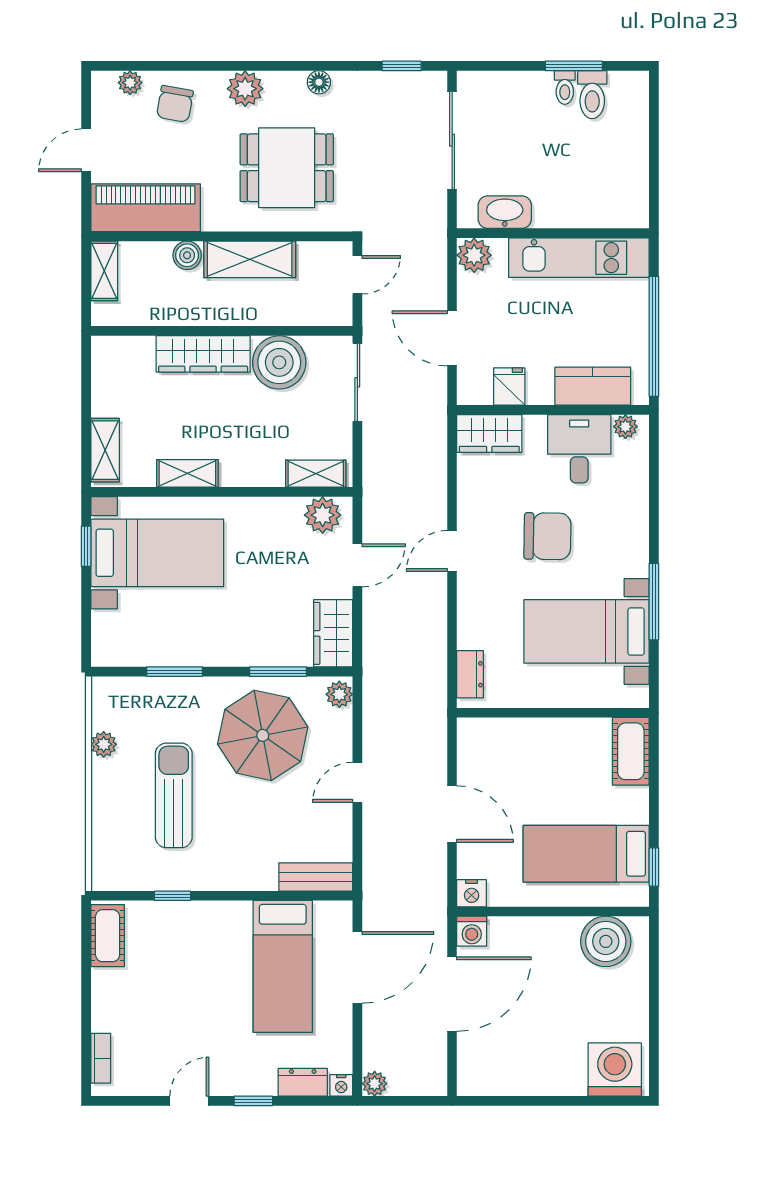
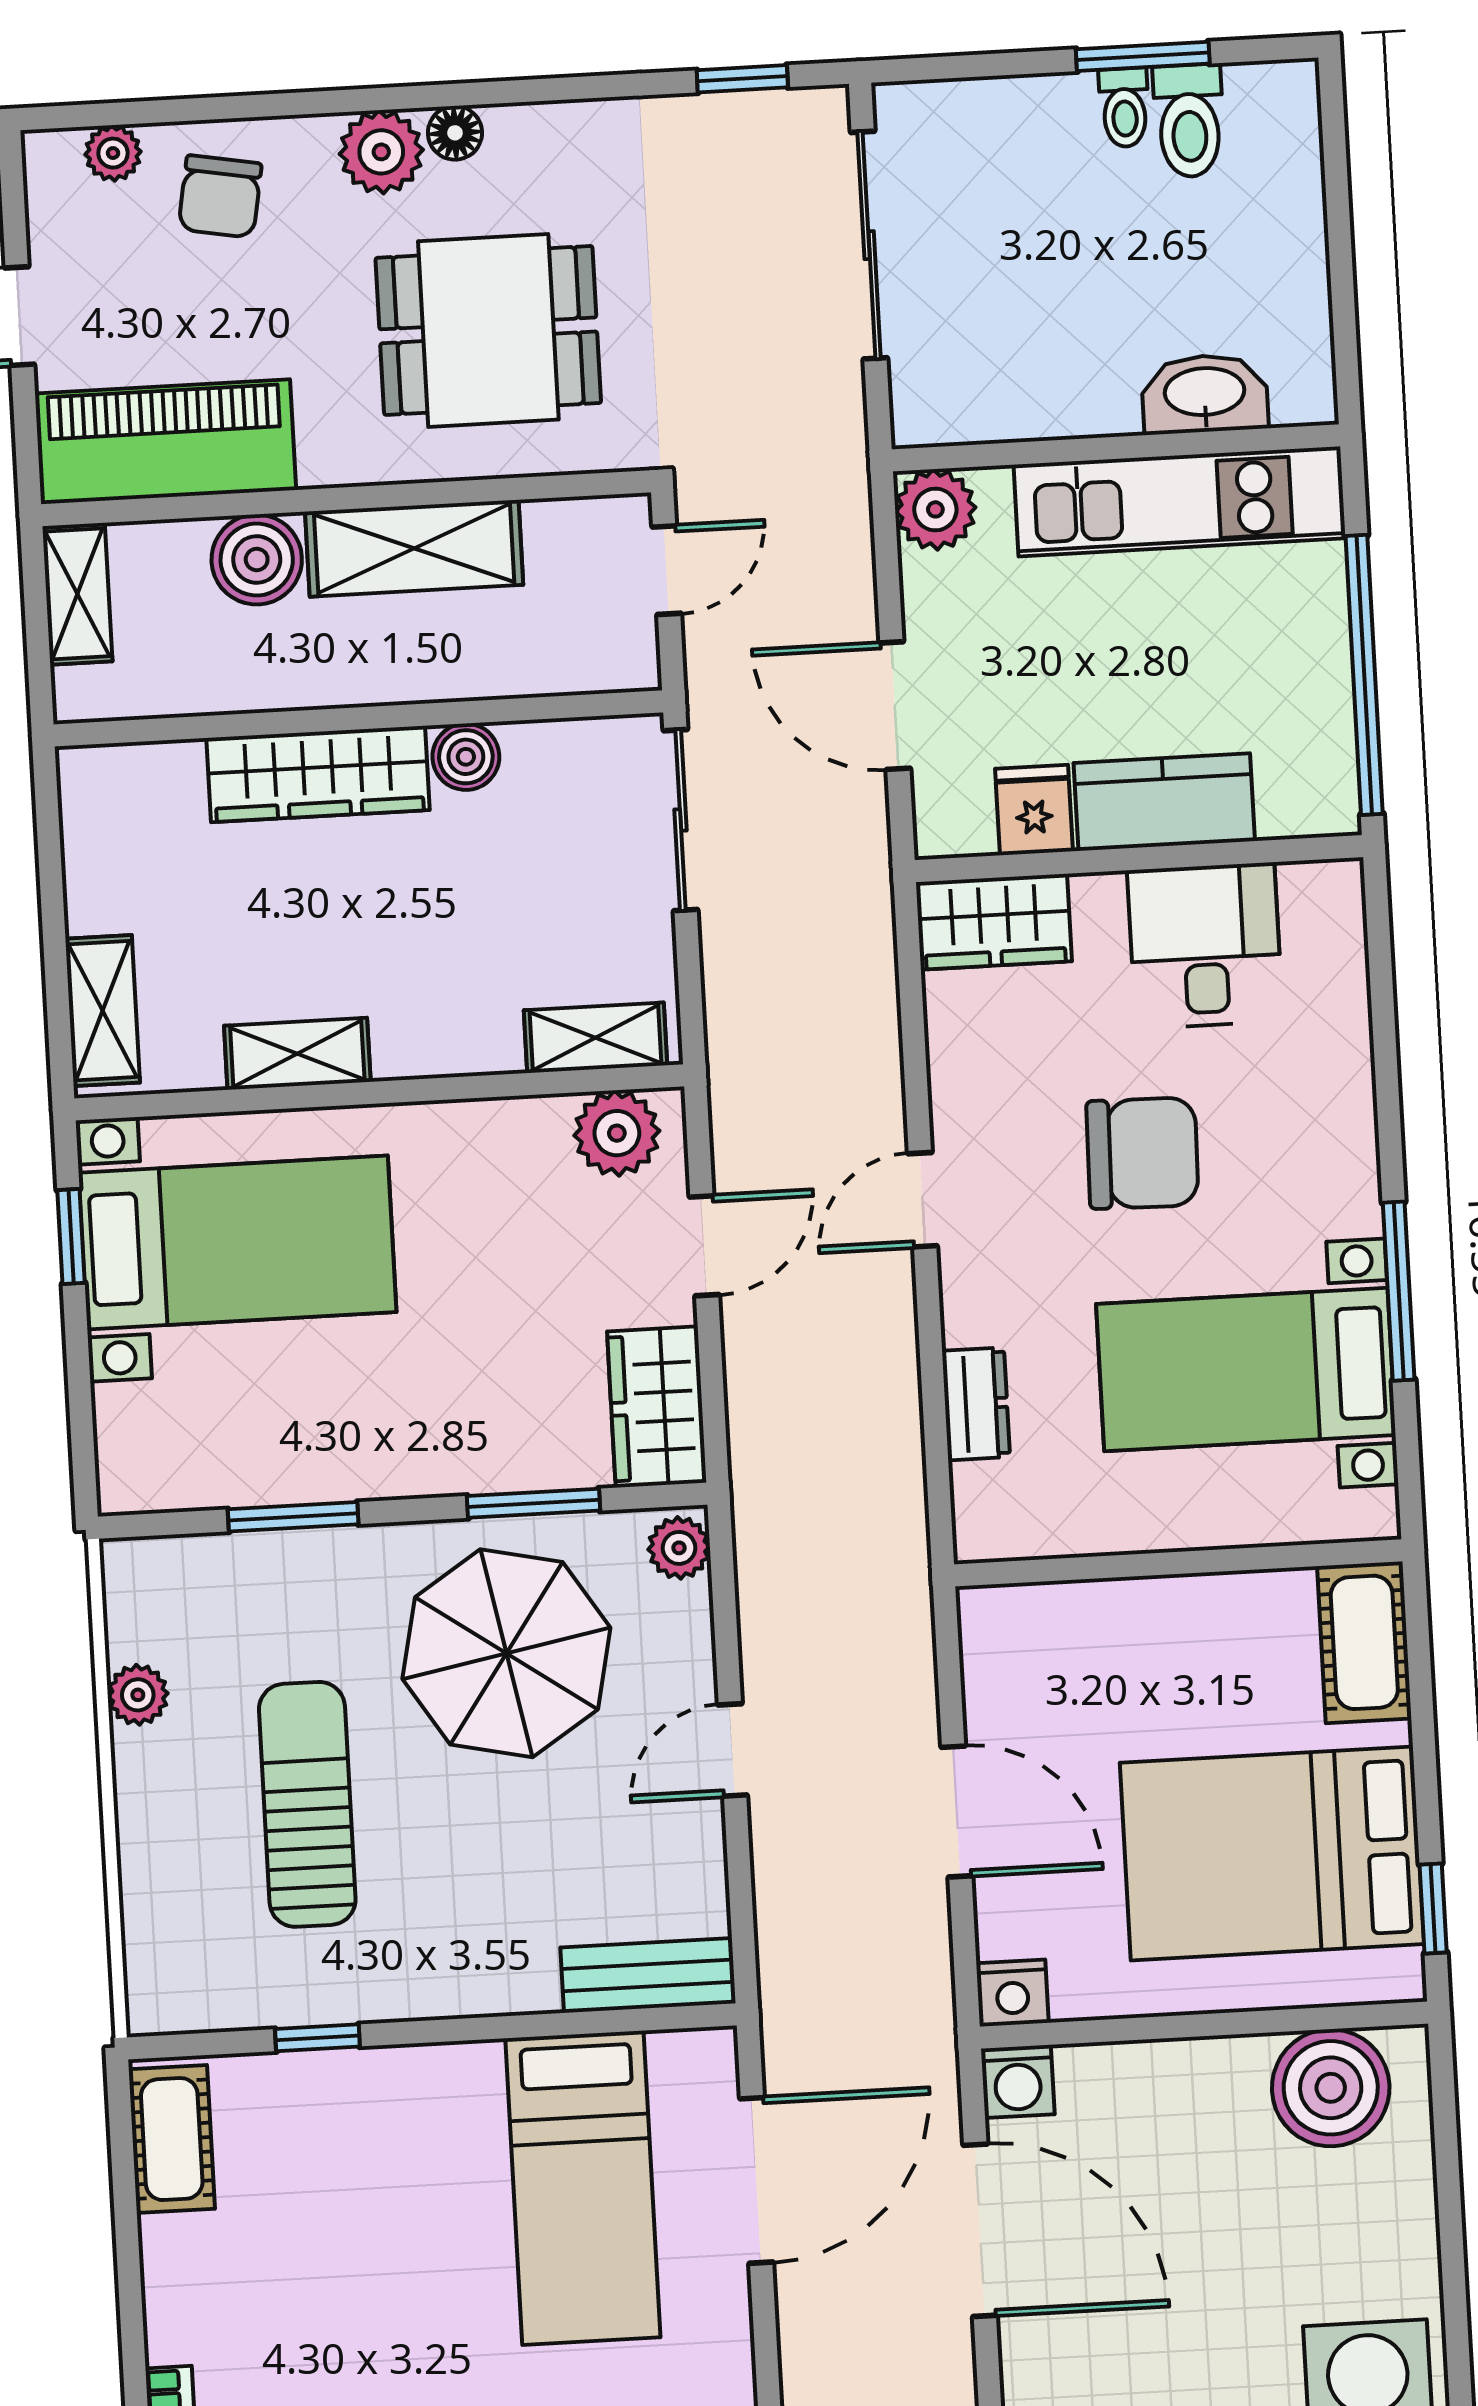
floor lamp: (319, 82) -> (455, 133), moved
washbasin: (505, 212) -> (1205, 394), moved
boiler: (187, 255) -> (257, 559), width x1.36, depth x1.36
boiler: (279, 362) -> (466, 757), width x0.54, depth x0.54
kitchen counter: (593, 386) -> (1164, 802), moved
plant: (625, 427) -> (1309, 888), removed
dresser: (470, 674) -> (976, 1404), moved
bed: (586, 854) -> (1272, 1853), width x1.50
door: (452, 994) -> (980, 2230), hinge flipped

